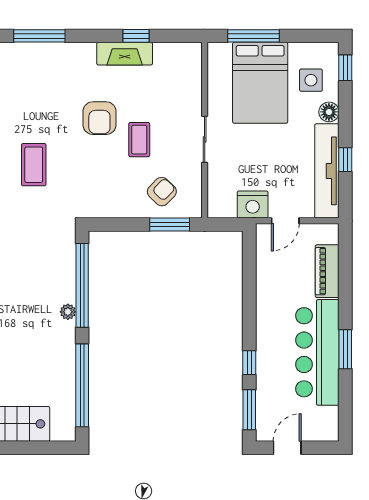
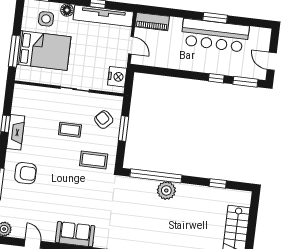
armchair: (99, 118) -> (26, 173), moved
coffee table: (34, 165) -> (94, 160), moved
nightstand: (253, 205) -> (117, 77), moved
window: (170, 225) -> (123, 128), moved
piano: (327, 271) -> (152, 22), moved
plant: (68, 312) -> (166, 190), width x1.88, depth x1.88
window: (82, 385) -> (218, 183), width x0.32

